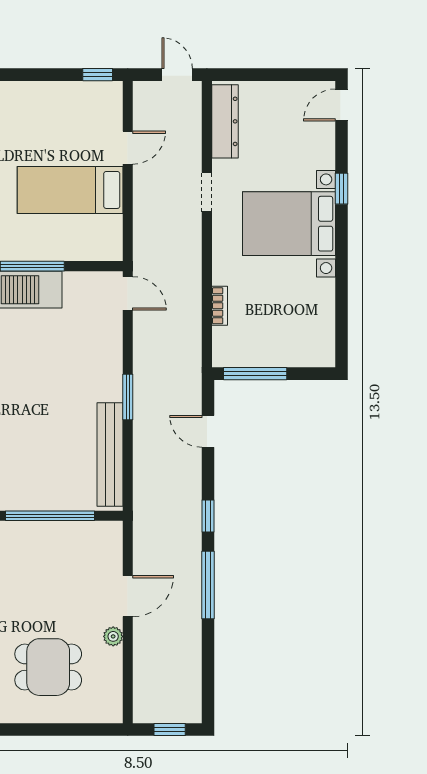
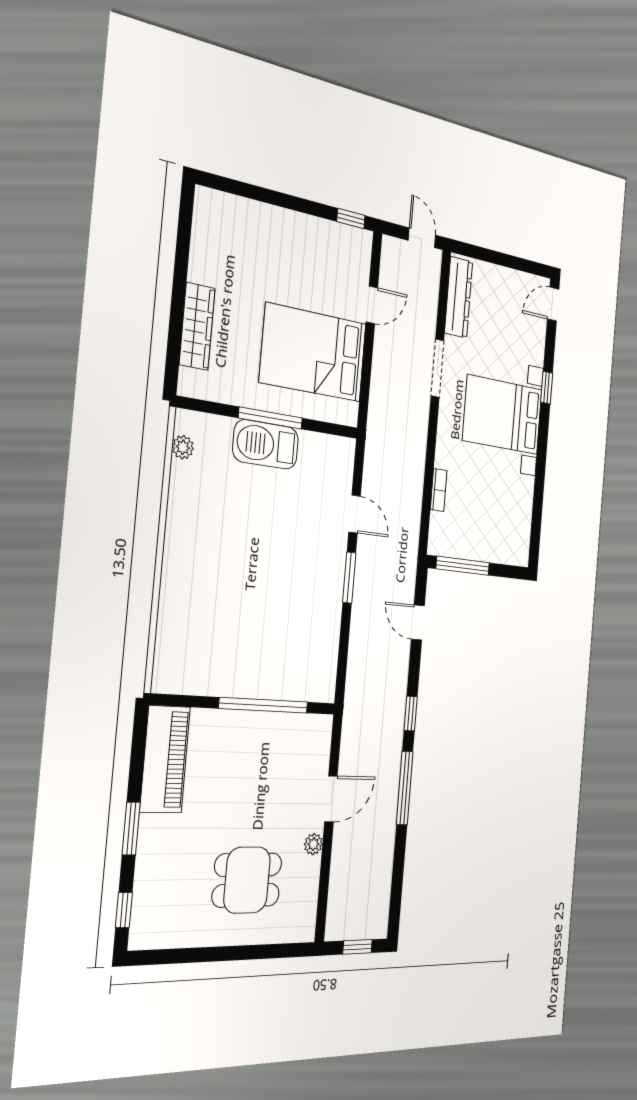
bed: (70, 190) -> (313, 353), width x1.50
doorway: (207, 192) -> (437, 368), width x1.38
door: (128, 293) -> (355, 514), moved
bench: (110, 454) -> (327, 640), removed

